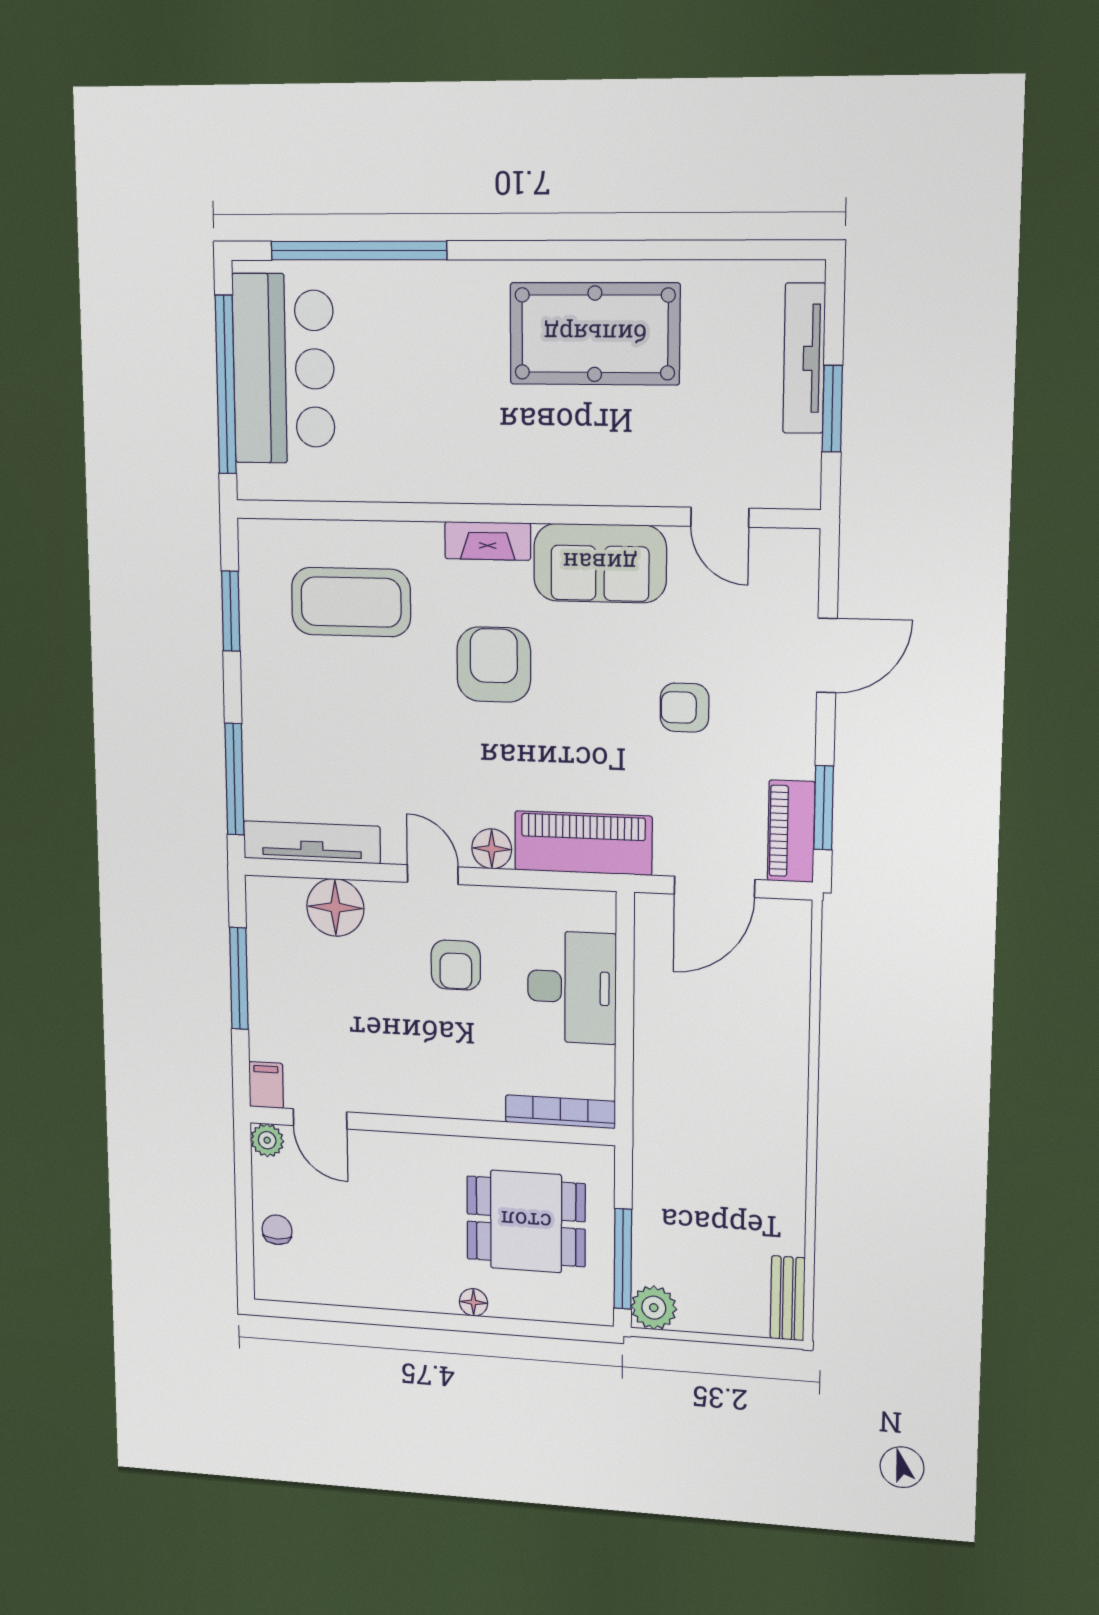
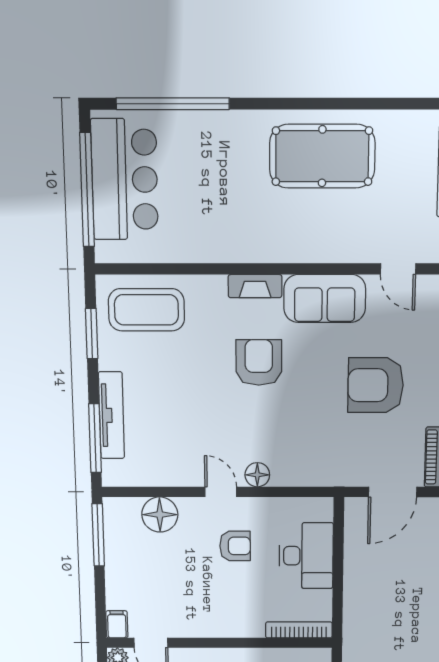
coffee table: (351, 602) -> (146, 310), moved
armchair: (685, 708) -> (376, 385), width x1.88, depth x1.88
tv unit: (312, 842) -> (111, 415), moved, turned 90
piano: (583, 843) -> (314, 469), removed
armchair: (456, 965) -> (235, 546), turned -90
window: (239, 978) -> (98, 535), moved

